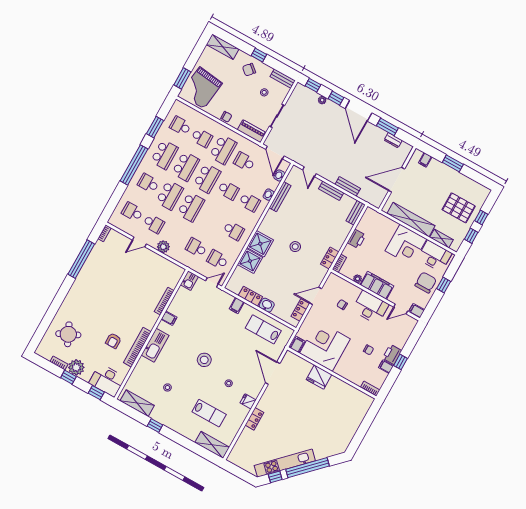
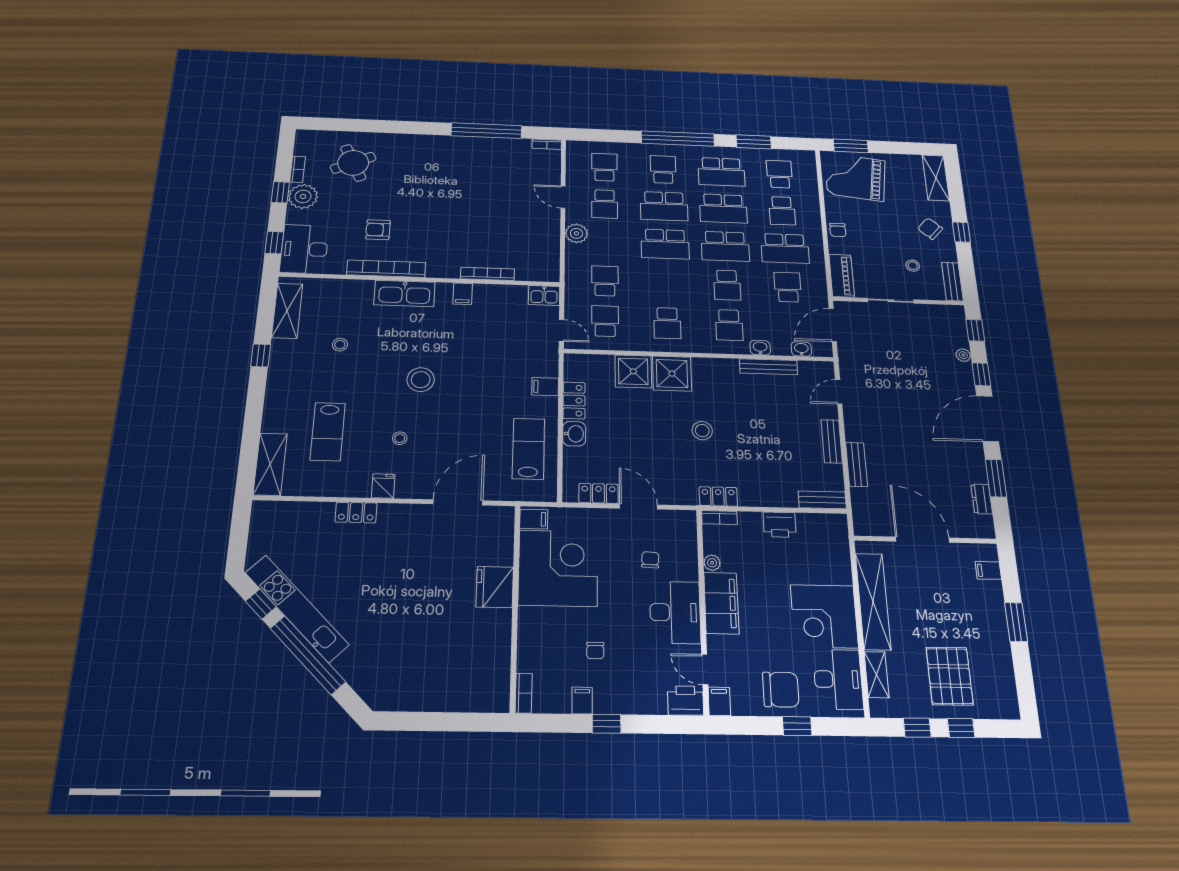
printer: (392, 354) -> (686, 701), moved

